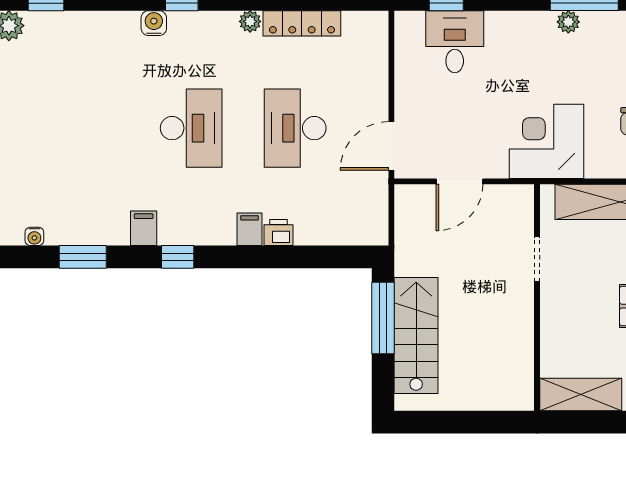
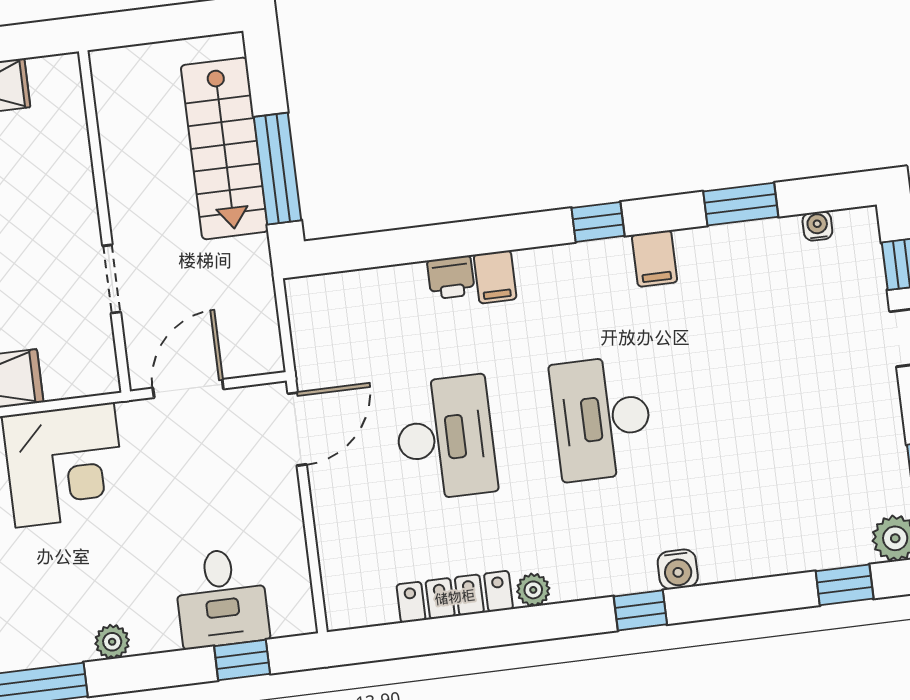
plant: (568, 22) -> (112, 642), moved
doorway: (537, 259) -> (112, 279), moved
wall: (537, 298) -> (104, 221), moved

